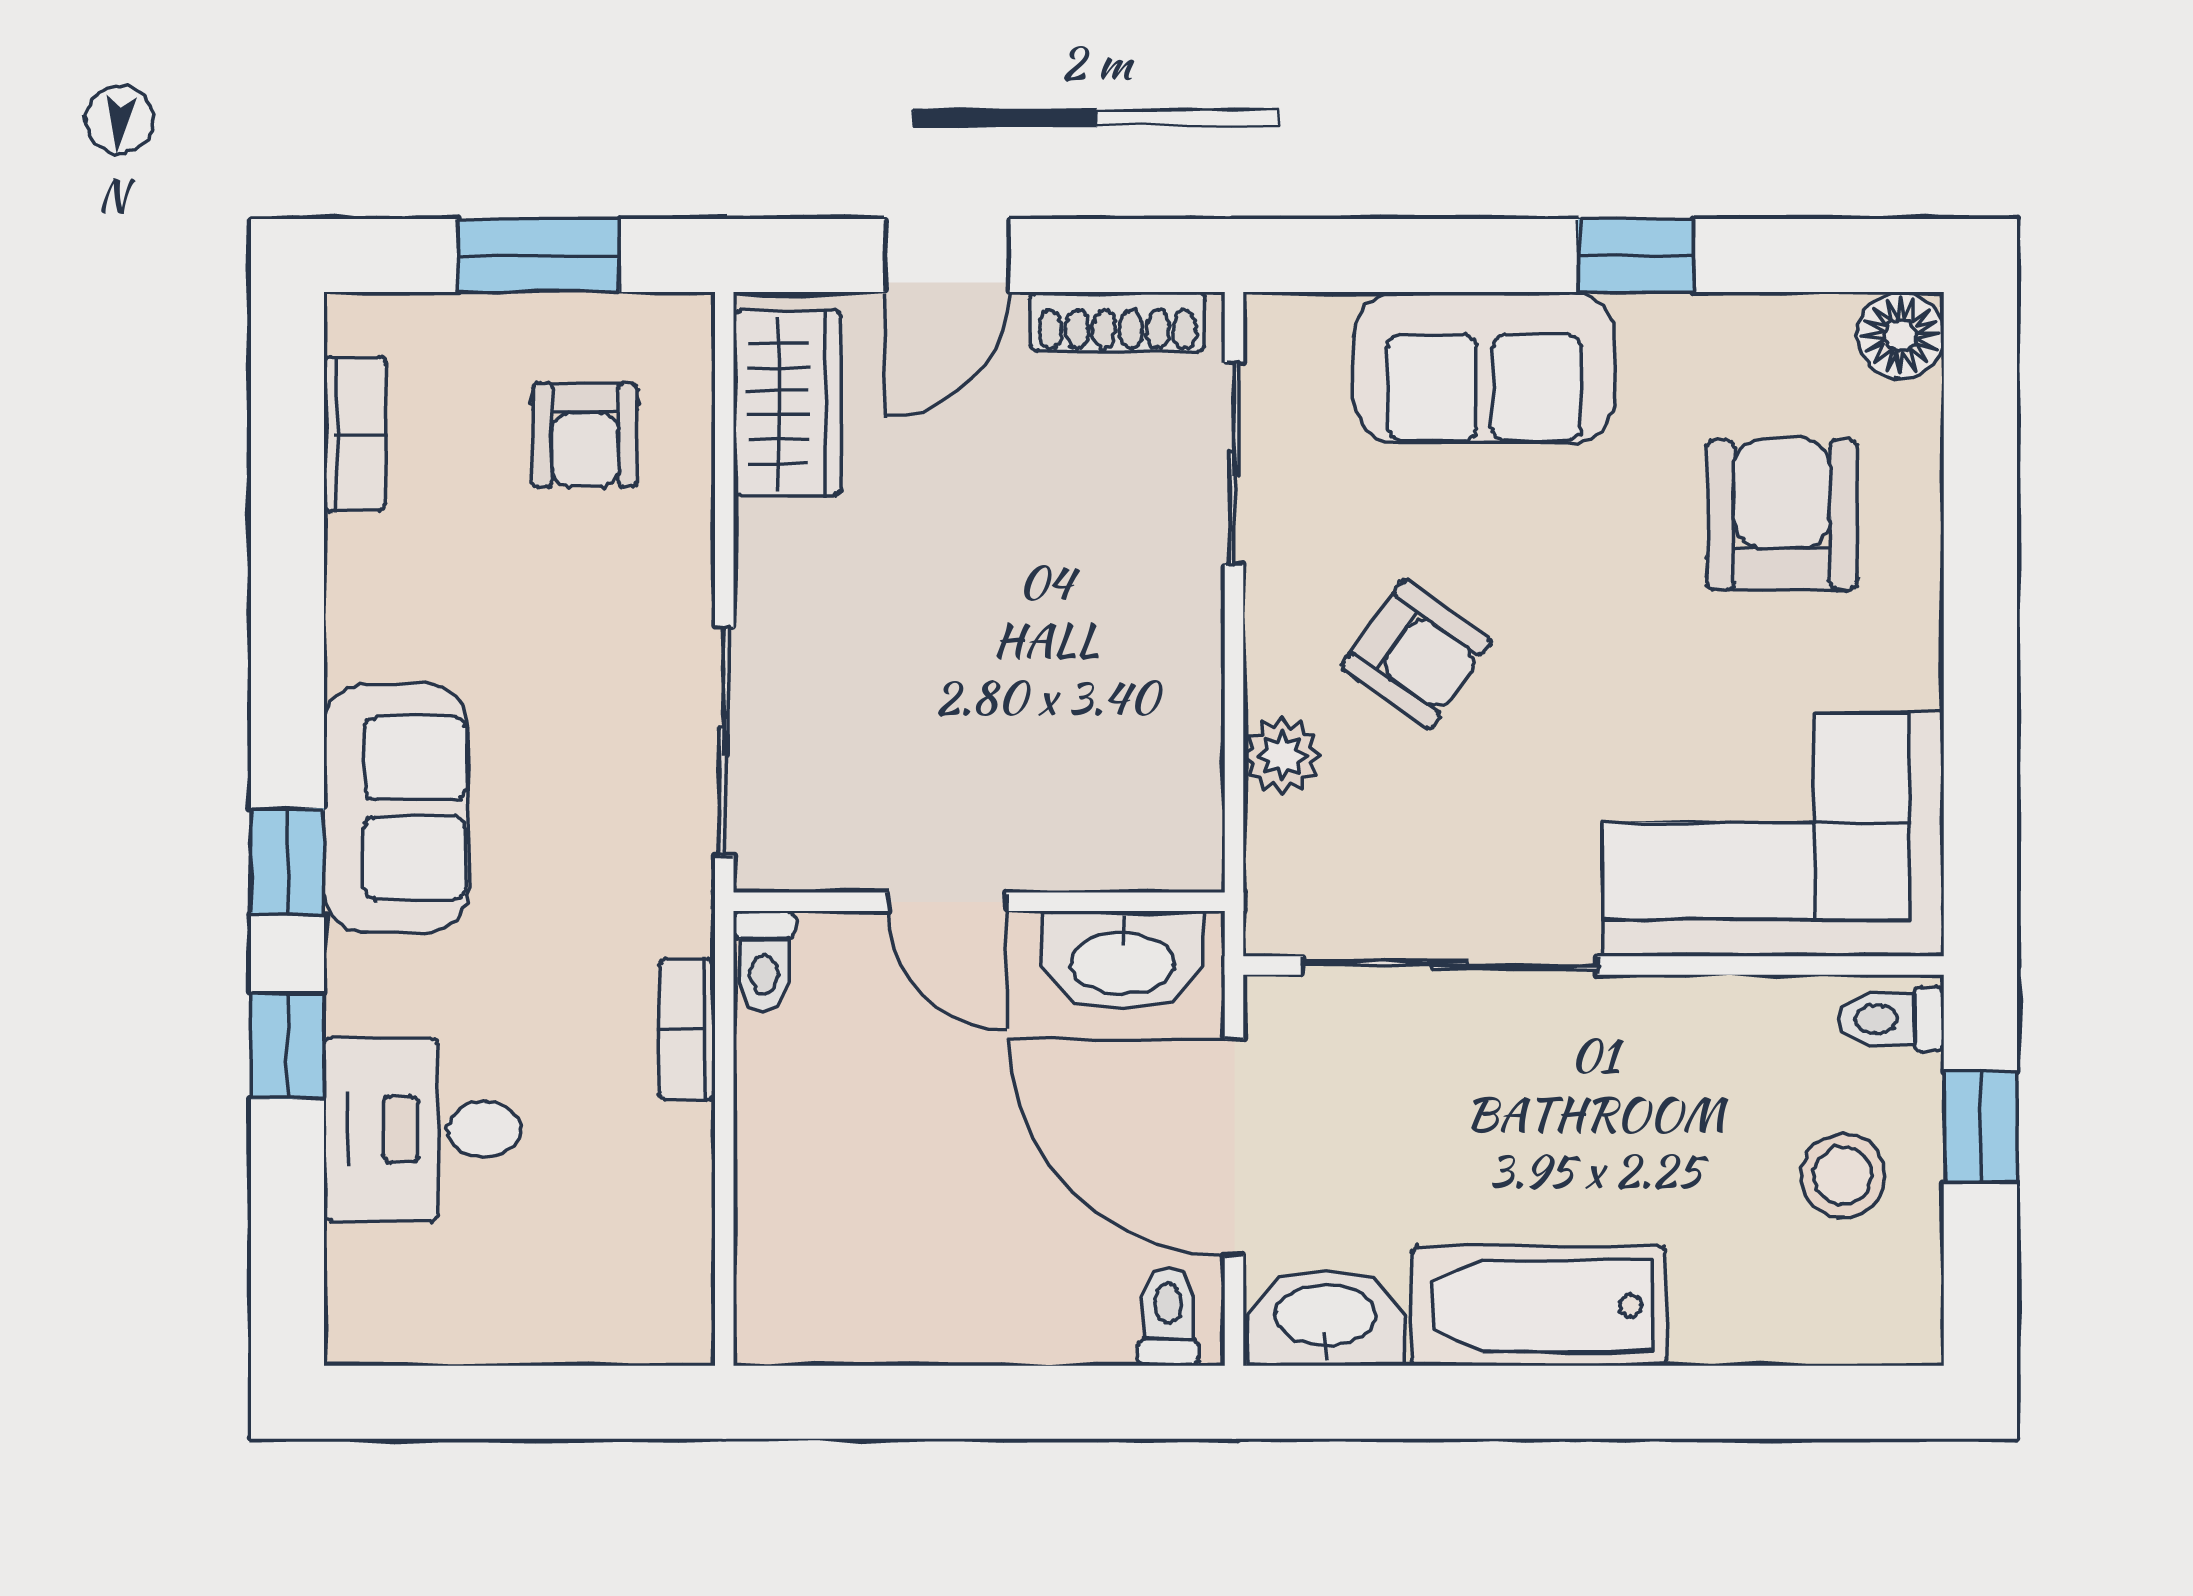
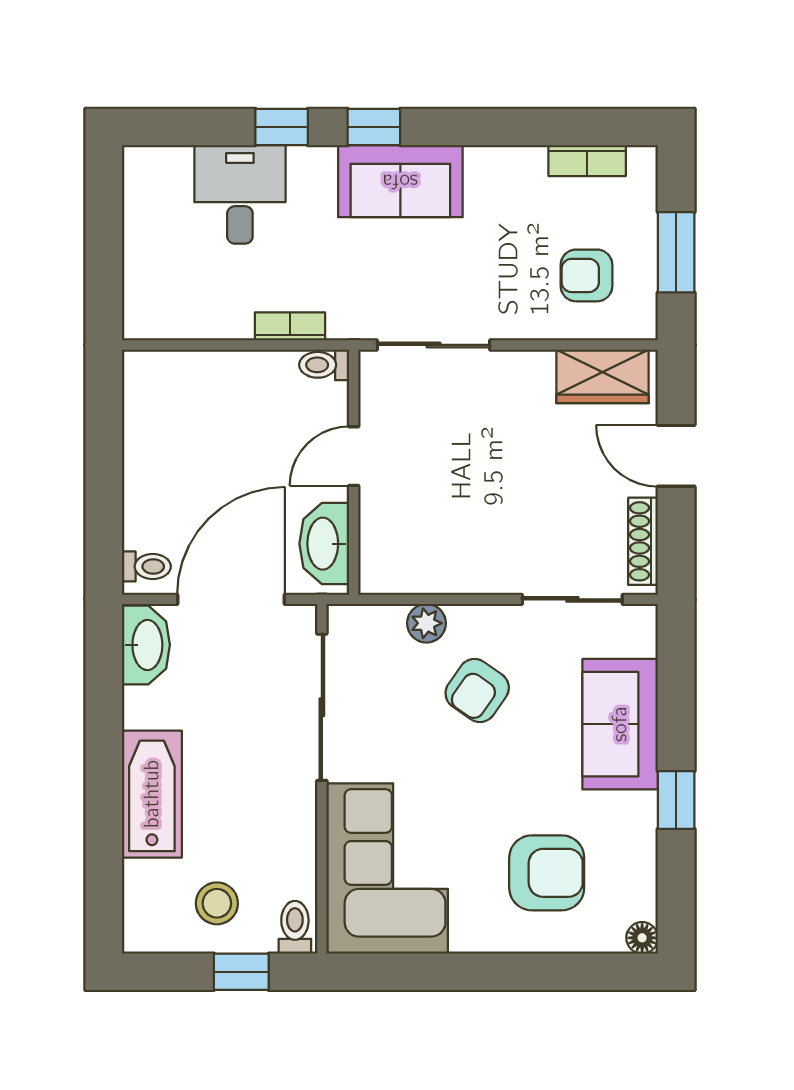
floor lamp: (1900, 335) -> (642, 938), width x0.73, depth x0.73
bathtub: (1539, 1306) -> (152, 794), moved

